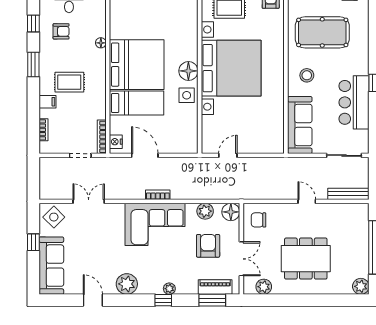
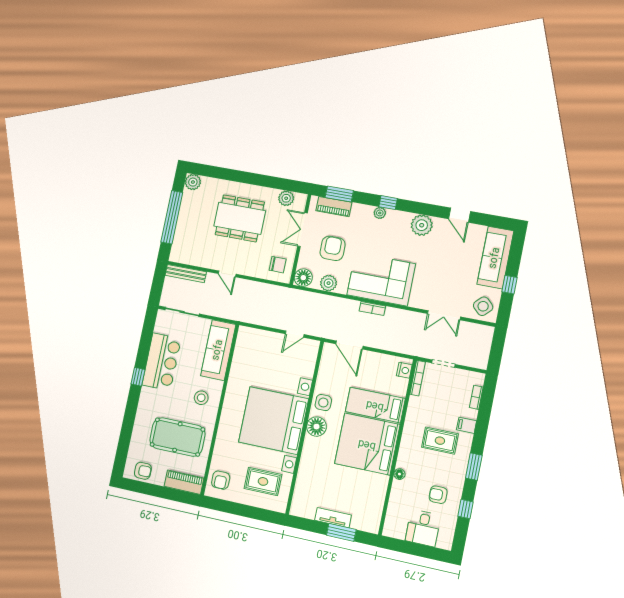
door: (145, 155) -> (349, 345), moved
armchair: (208, 246) -> (333, 248), turned 180

